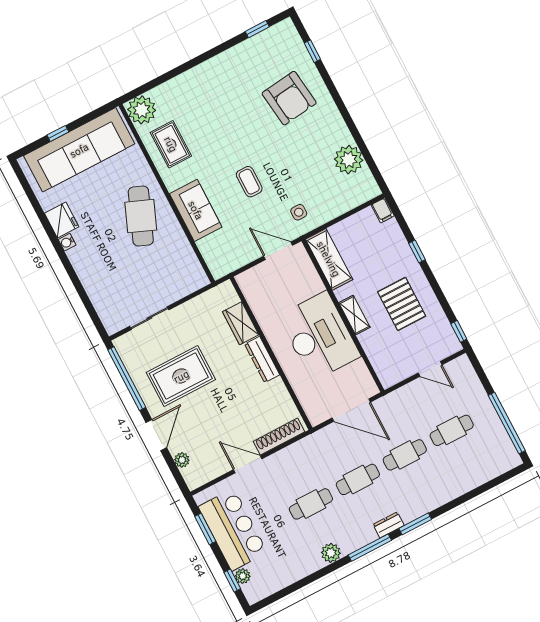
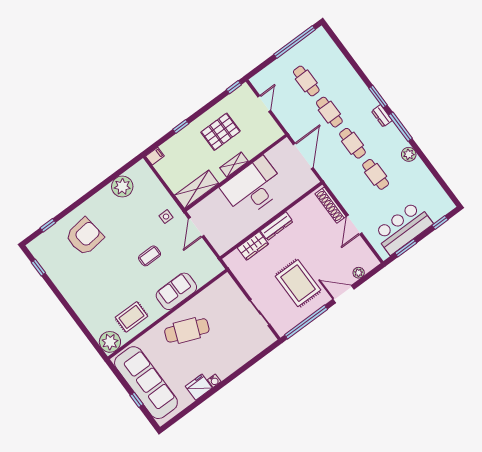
plant: (243, 576) -> (436, 215), removed

